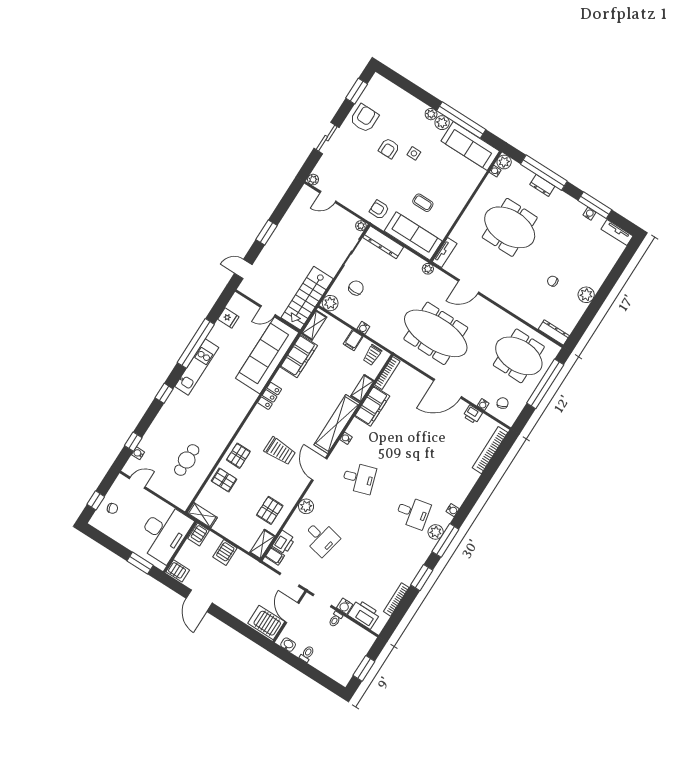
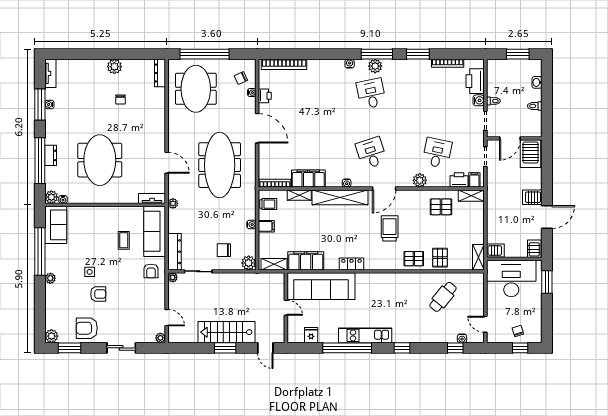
plant: (442, 123) -> (51, 336), moved
sofa: (470, 146) -> (56, 225), width x0.73
stairs: (307, 298) -> (226, 332), moved, turned 180
cafe table: (187, 460) -> (443, 297), turned -51
server rack: (225, 553) -> (532, 197), moved, turned 180
washbasin: (288, 645) -> (537, 82), moved

